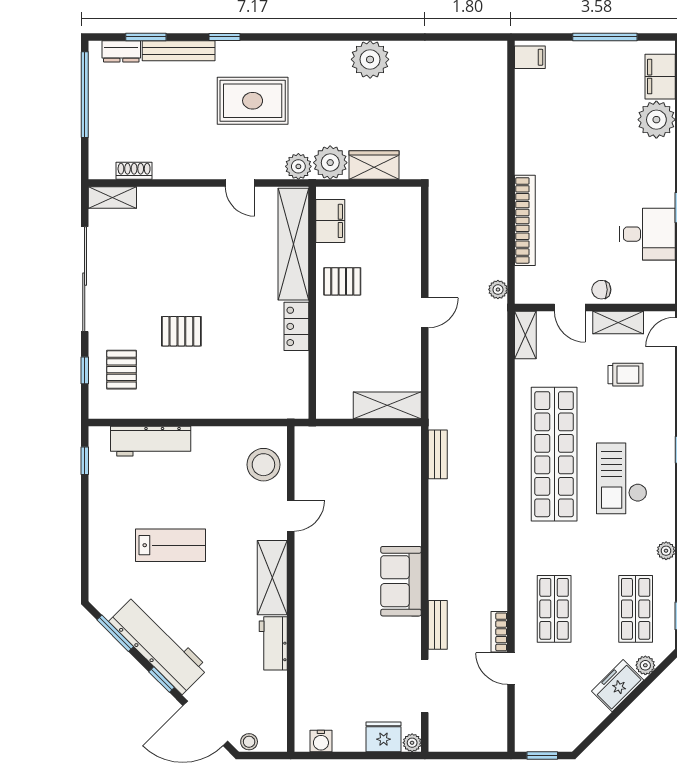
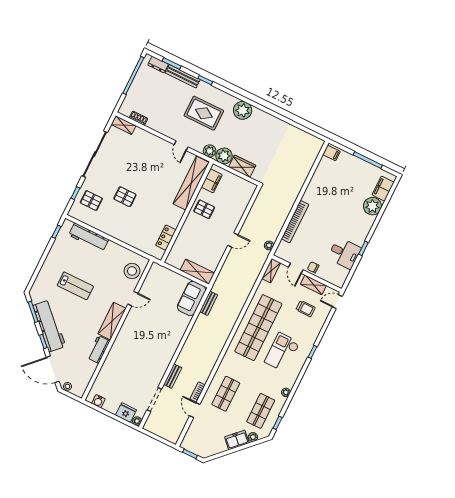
plant: (370, 59) -> (243, 110), moved
locker: (296, 326) -> (166, 238), moved
pallet: (122, 370) -> (91, 201), turned 90
sofa: (401, 581) -> (191, 298), moved

